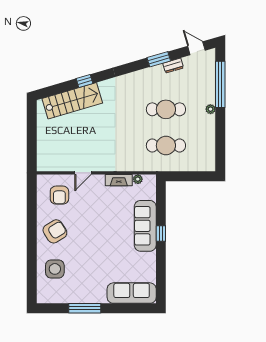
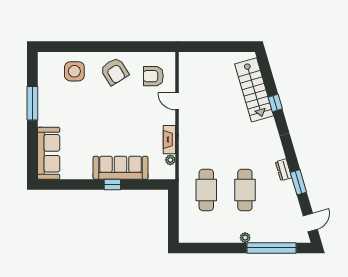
dresser: (173, 66) -> (284, 170), moved

